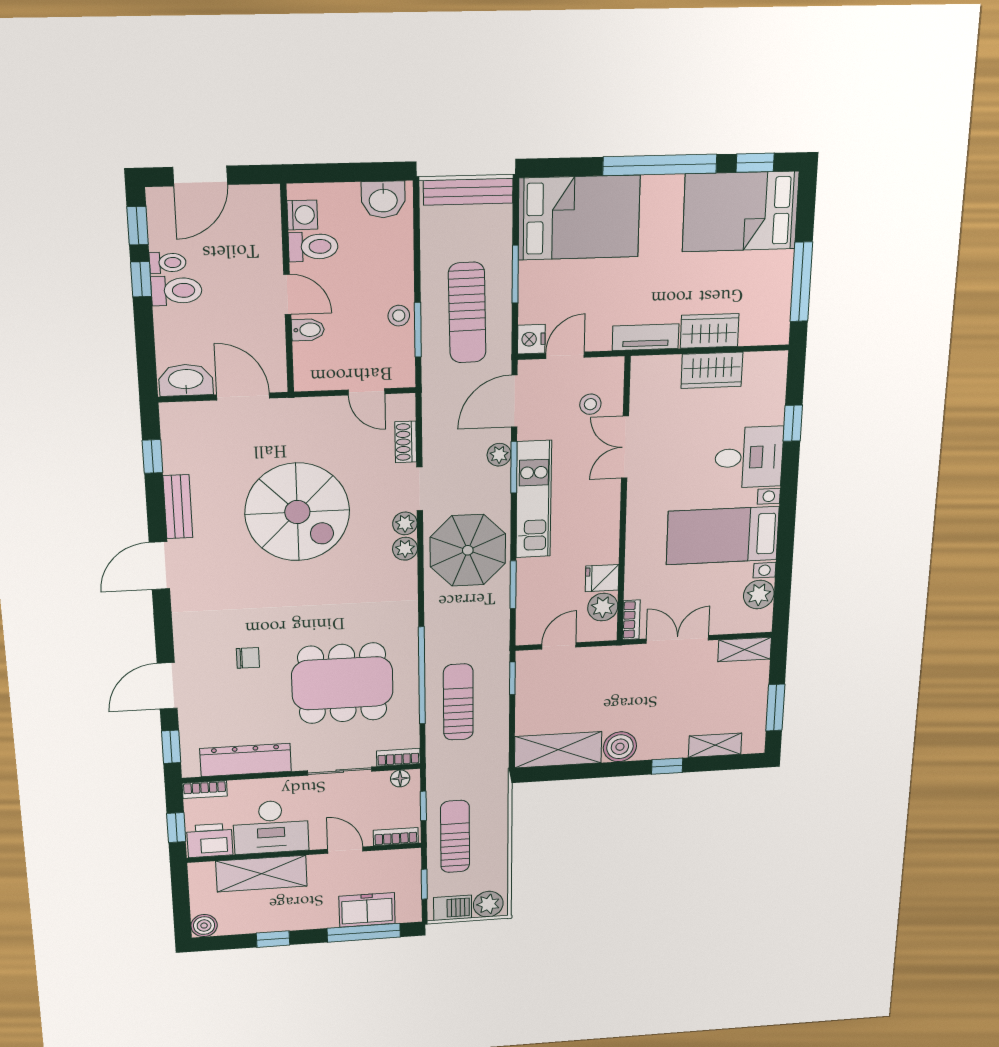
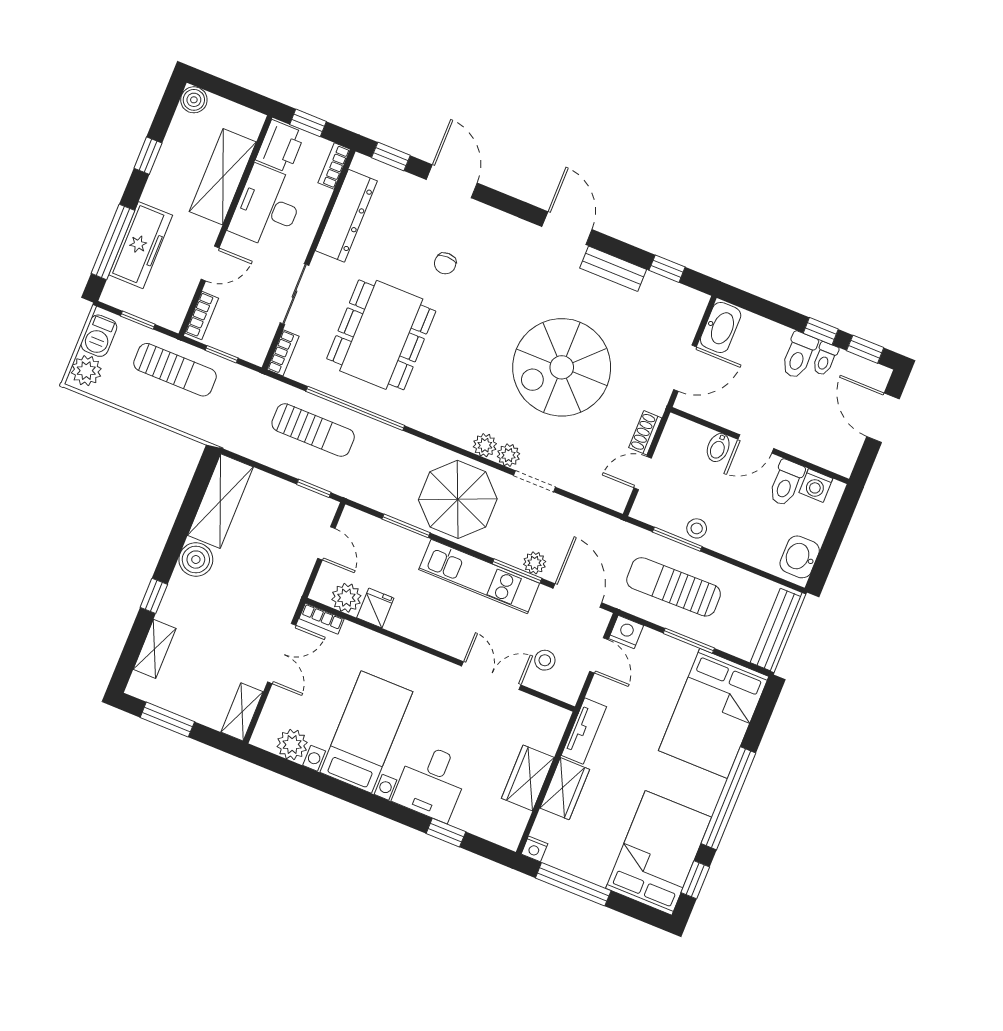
nightstand: (779, 334) -> (534, 849), added
shoe rack: (406, 442) -> (645, 433), moved, turned -90
floor lamp: (400, 778) -> (260, 345), removed
freezer: (367, 910) -> (141, 245), width x1.40

